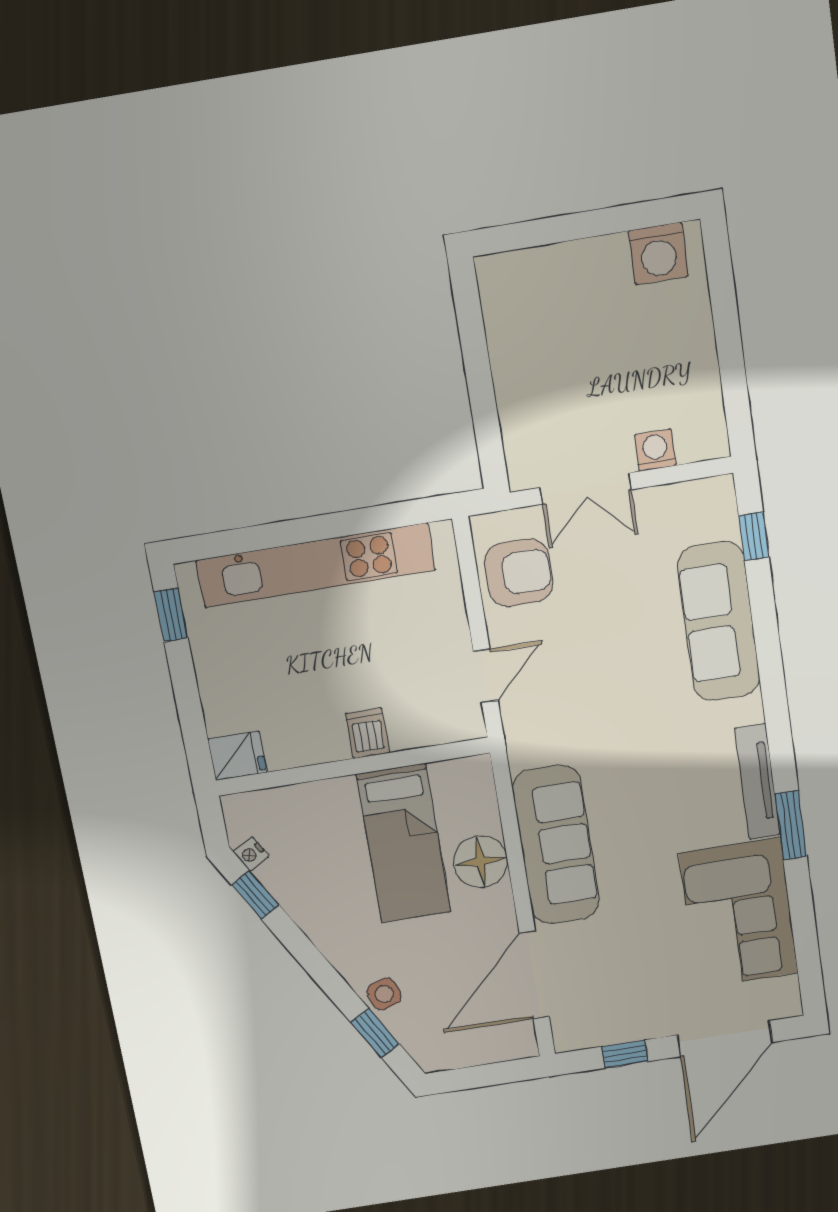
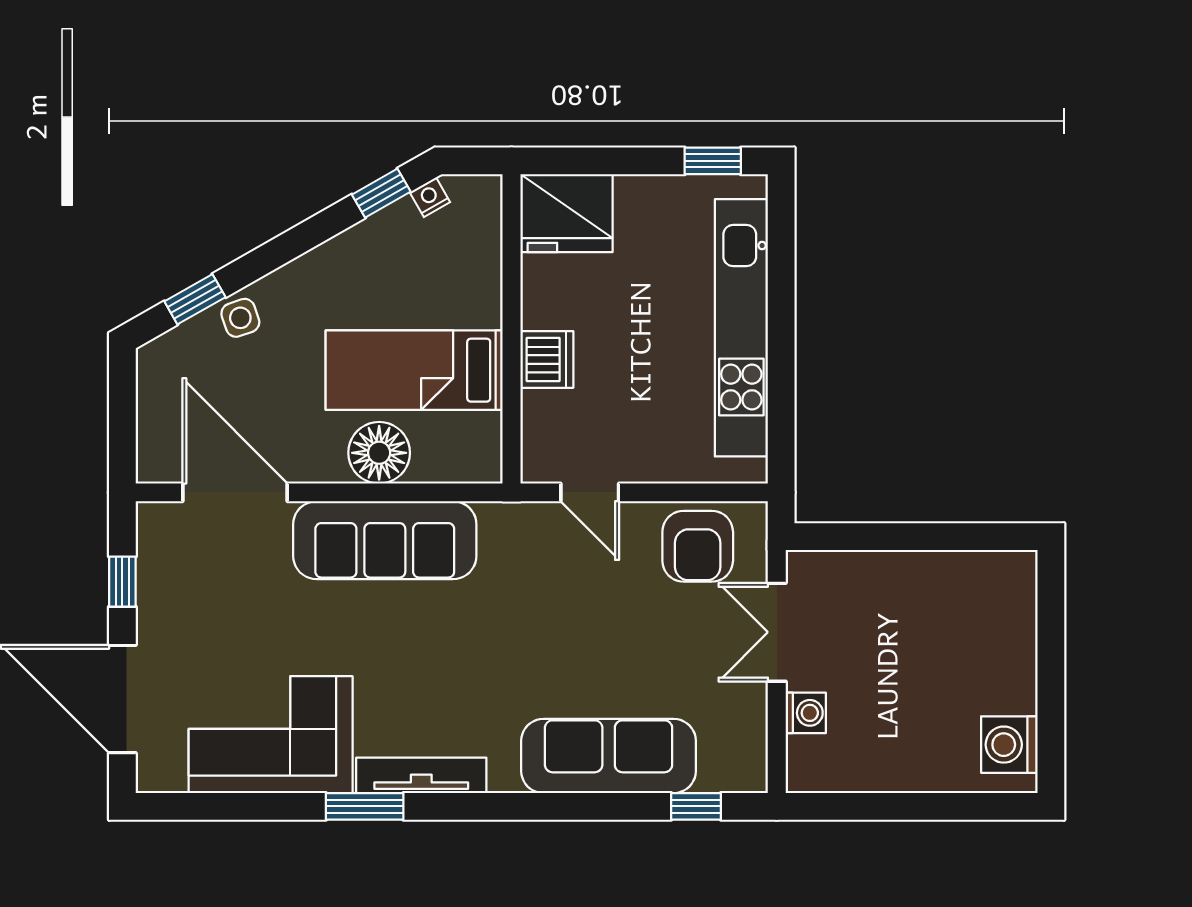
dishwasher: (368, 733) -> (547, 359), width x1.38
fridge: (237, 756) -> (566, 213), width x1.88, depth x1.34

